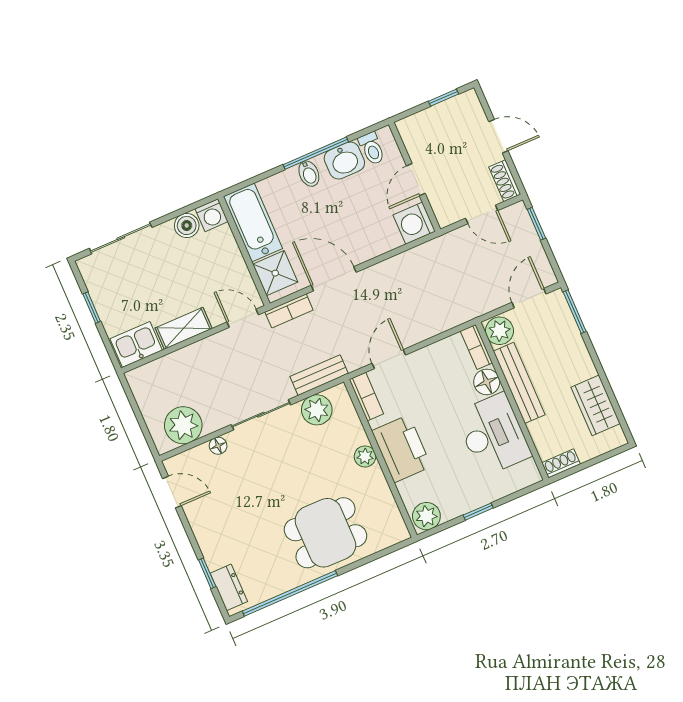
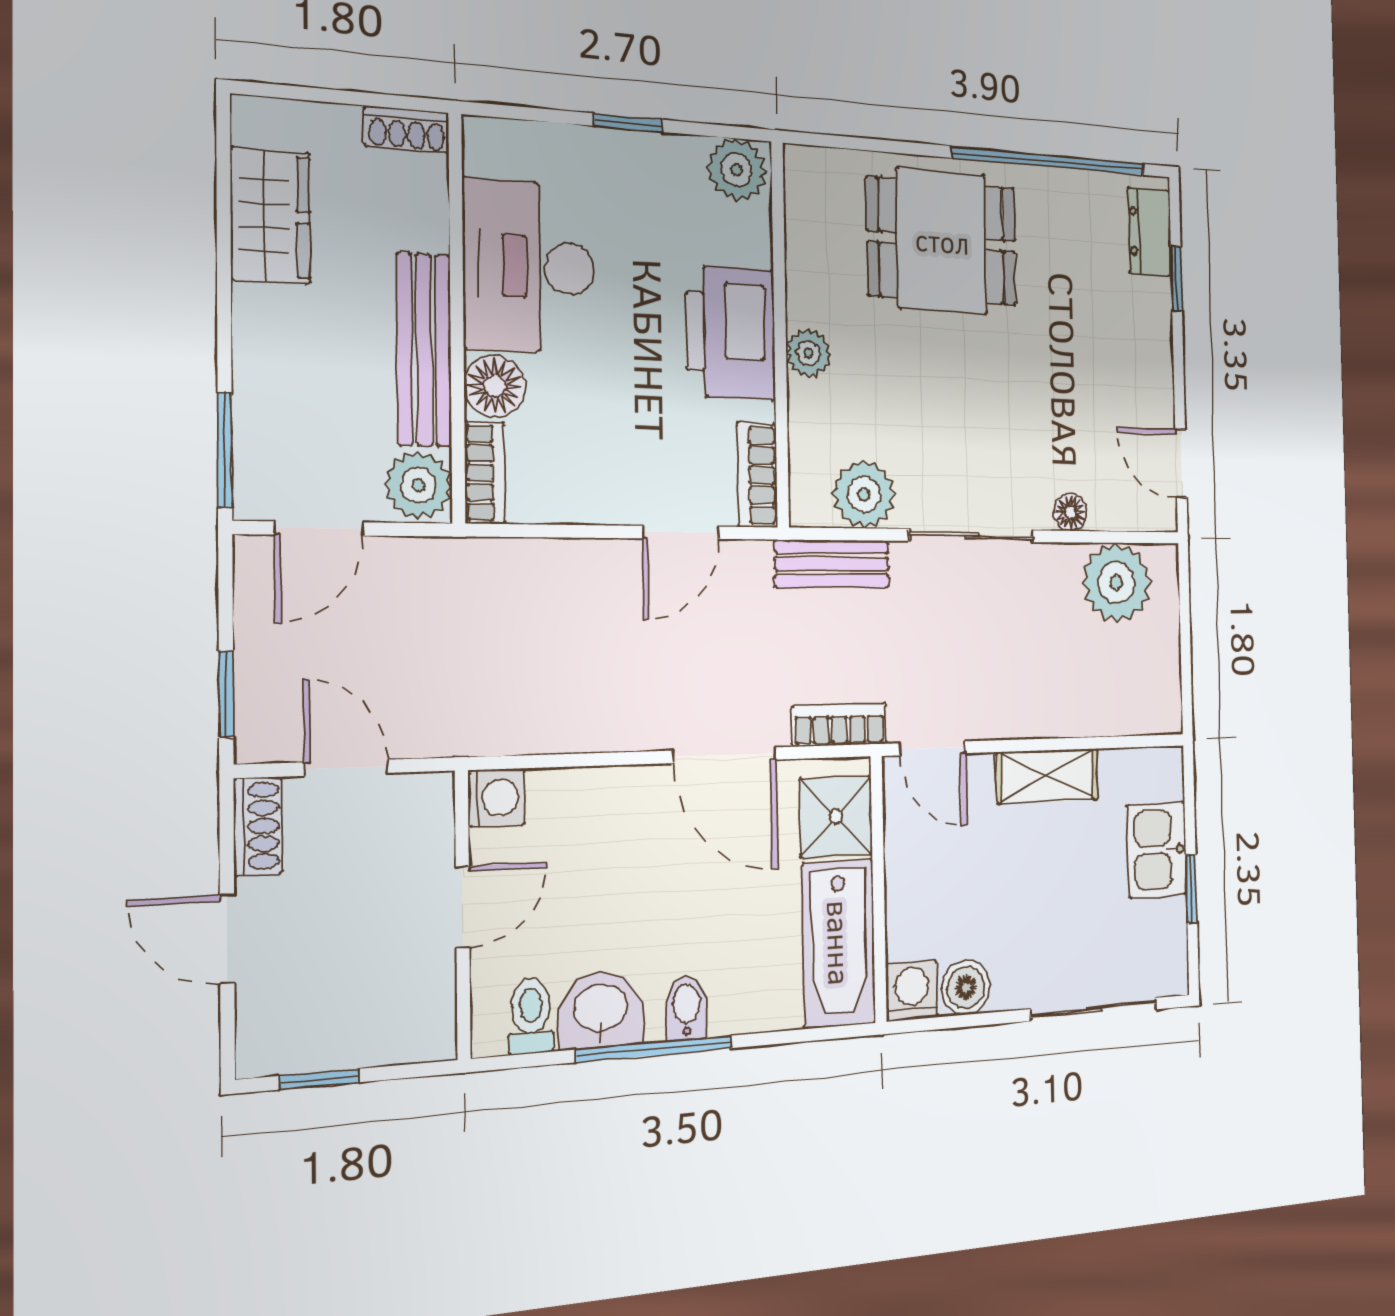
washing machine: (414, 223) -> (496, 798), width x0.73, depth x0.73
kitchen sink: (136, 344) -> (1157, 850), moved, turned 90

